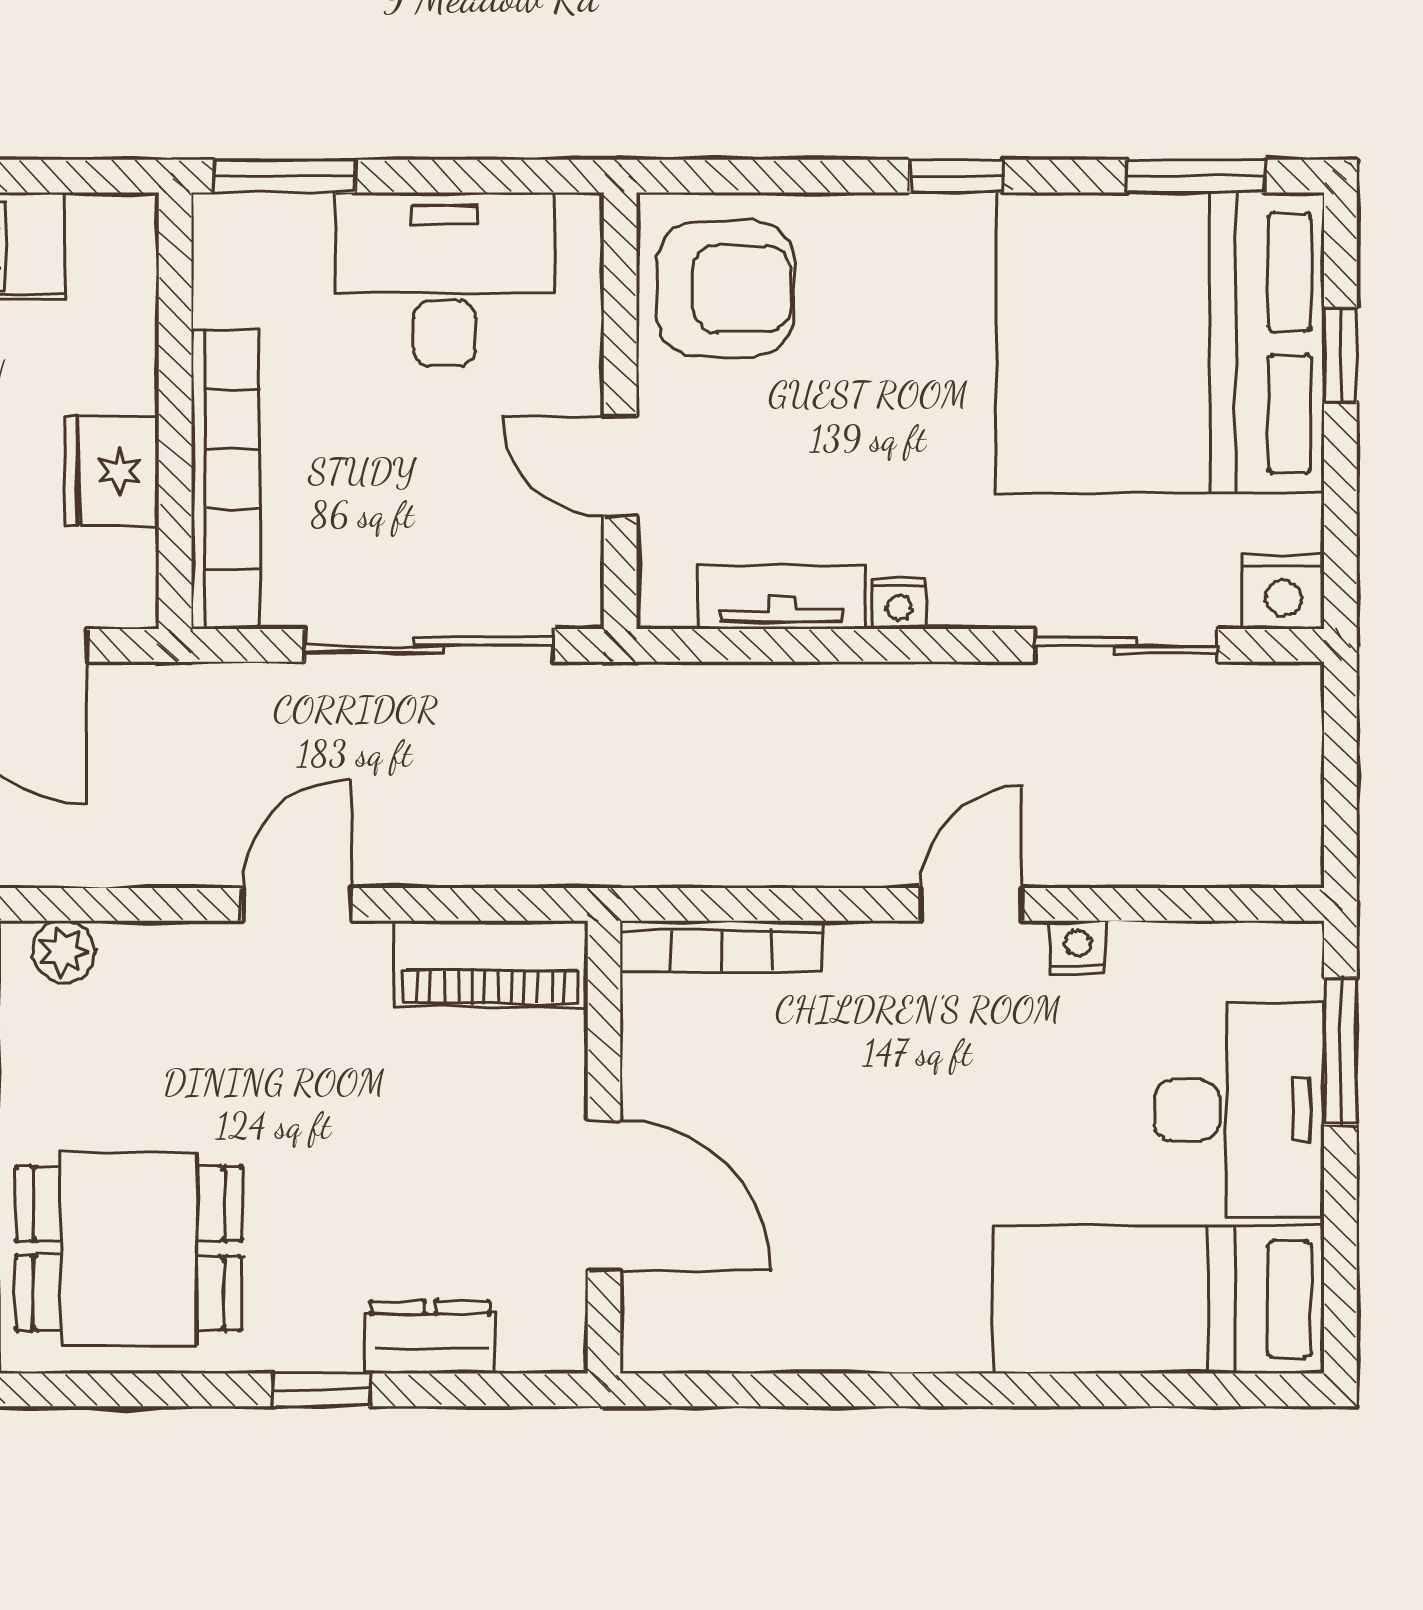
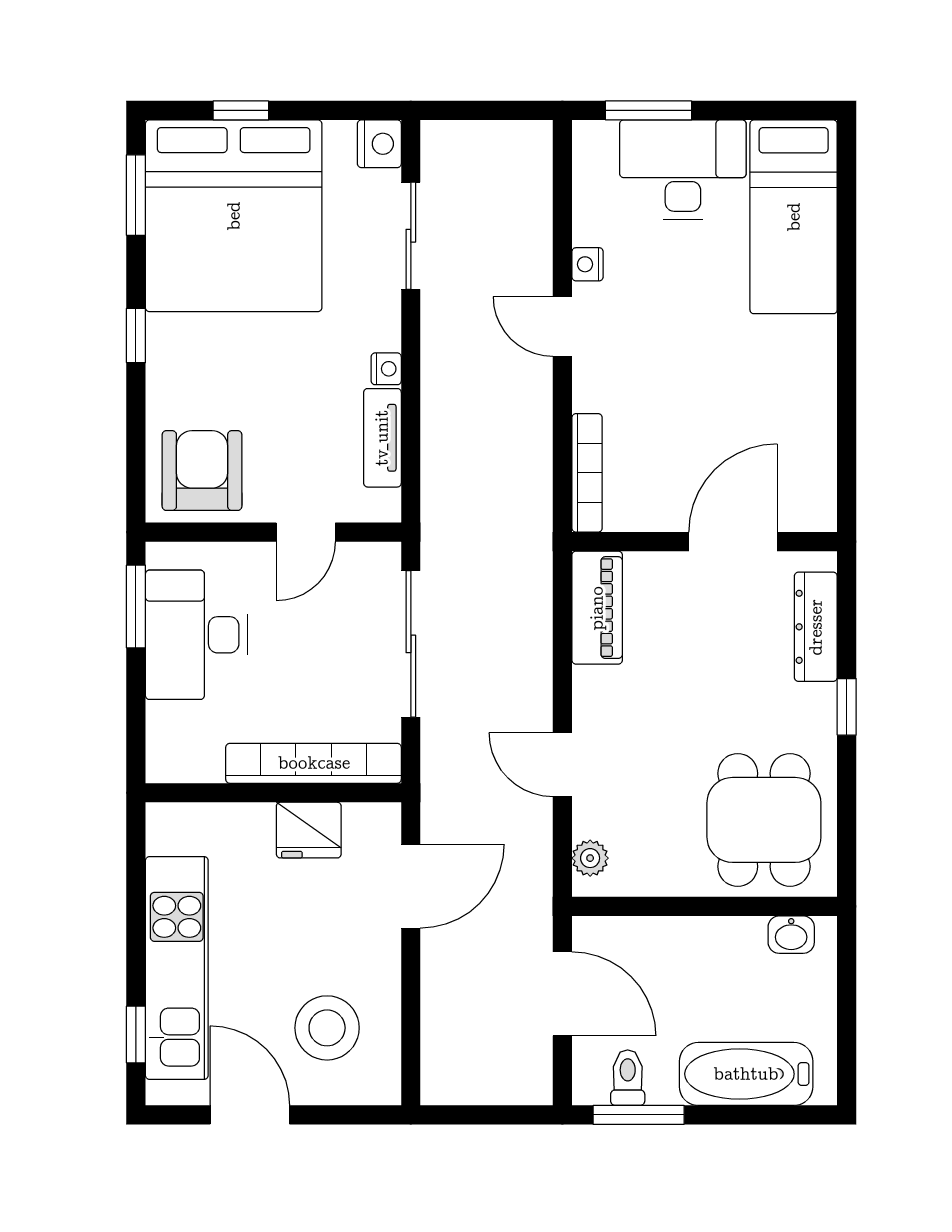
window: (285, 176) -> (136, 607), moved
door: (296, 904) -> (562, 765), moved
dresser: (430, 1337) -> (816, 627), width x1.44

